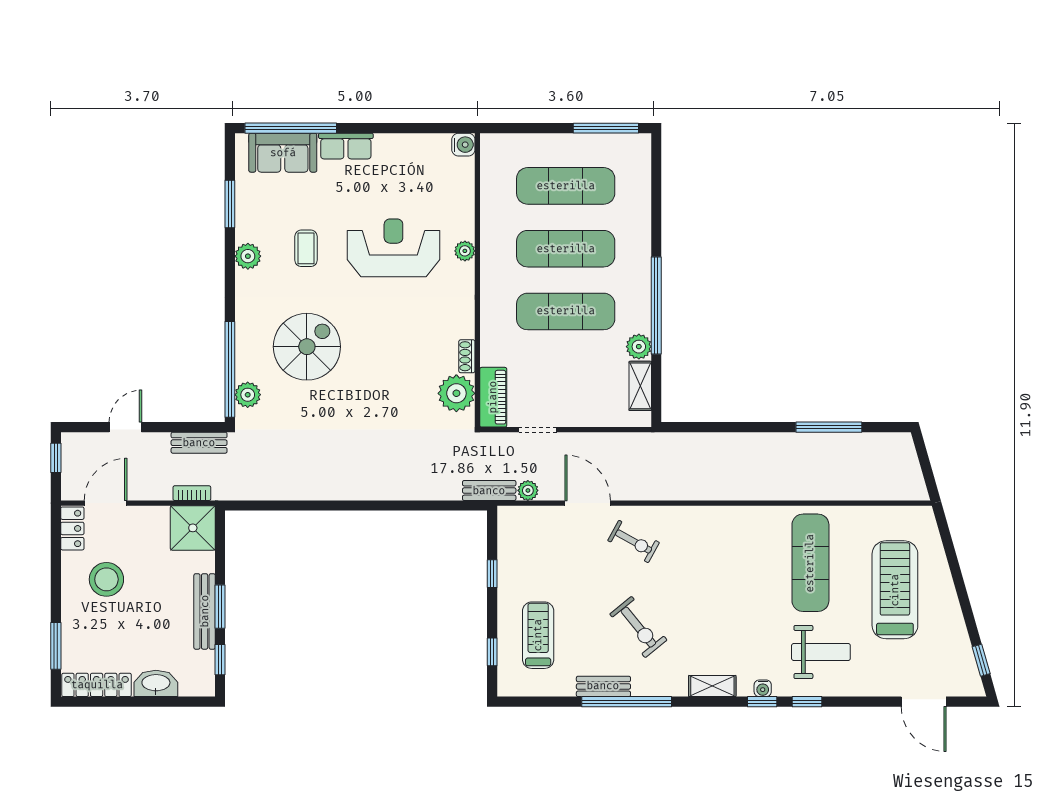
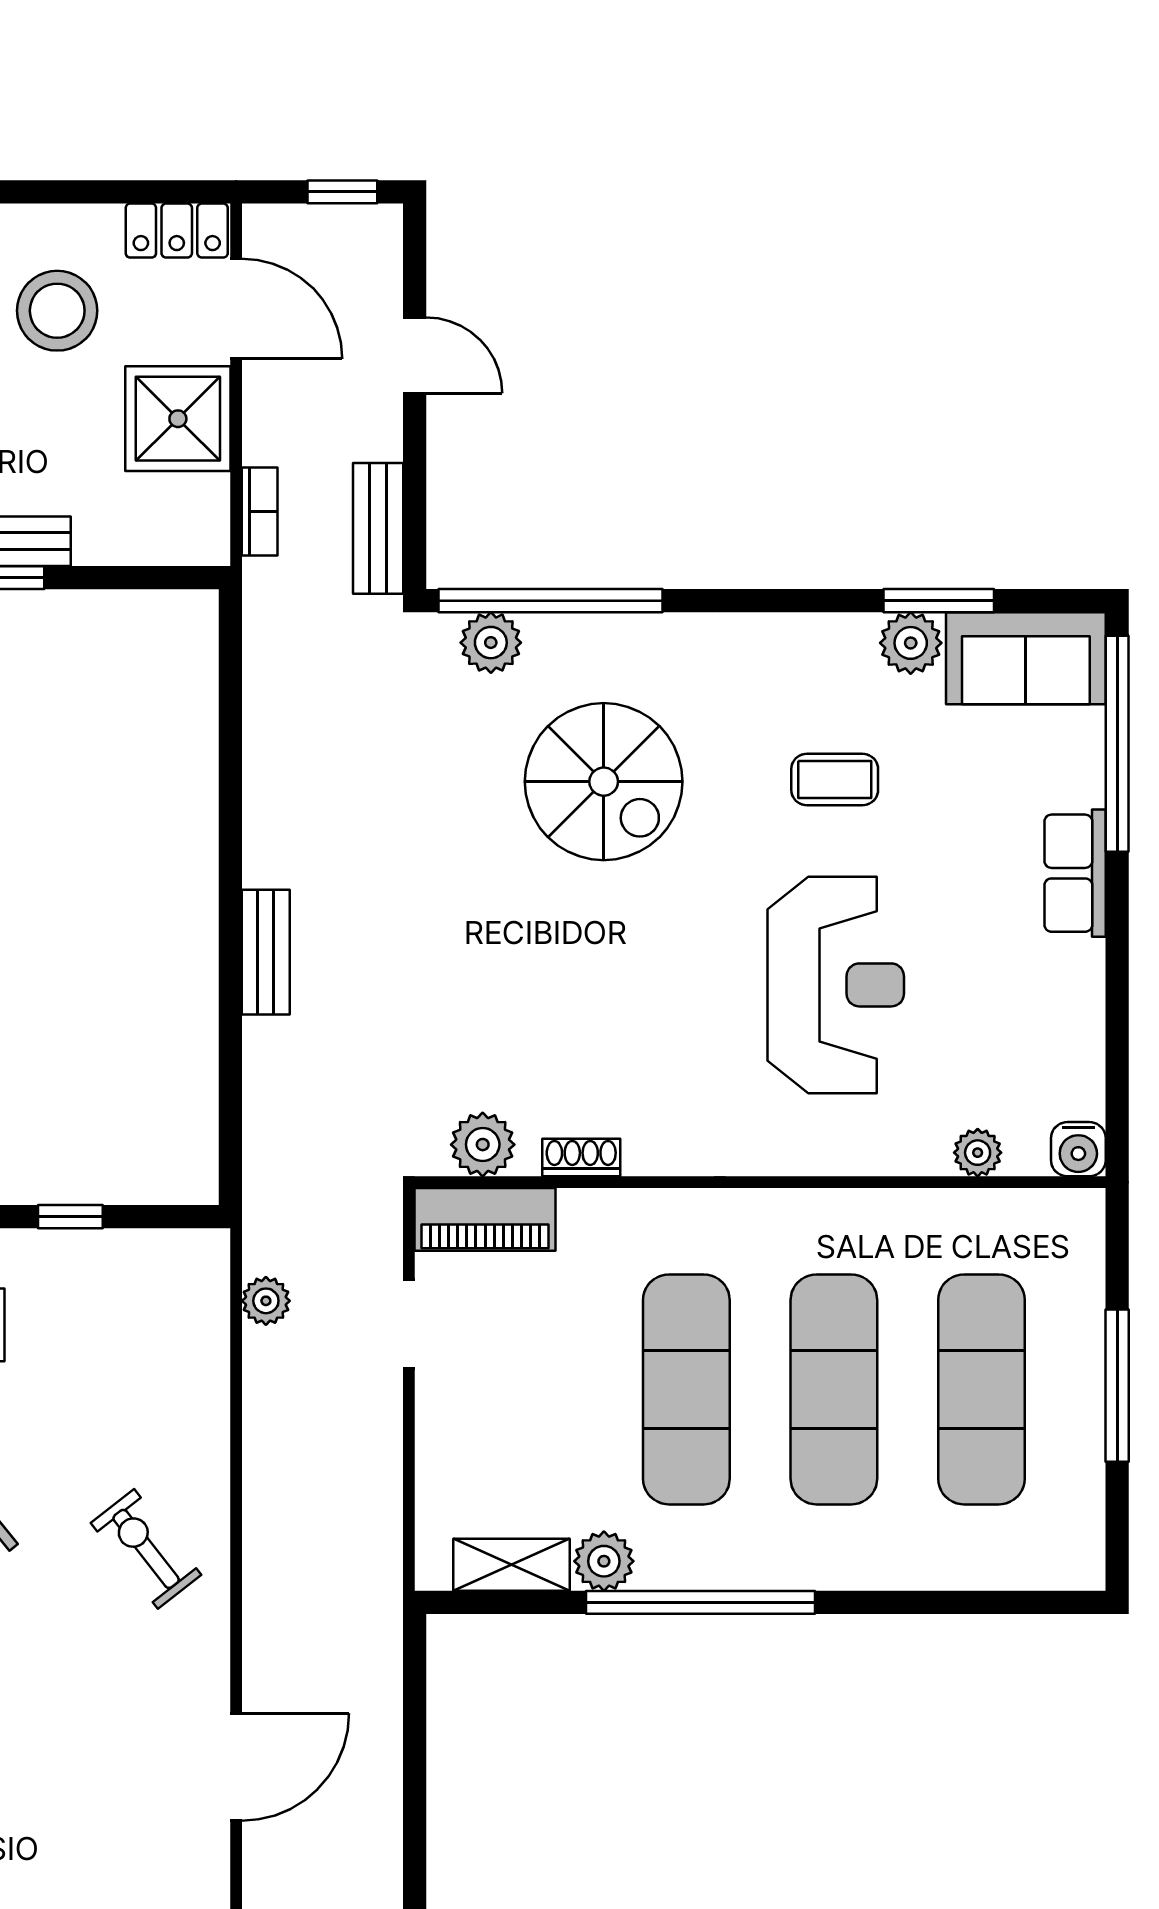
window: (606, 128) -> (1117, 1386), moved
sofa: (283, 153) -> (1026, 658), moved, turned -90
plant: (465, 251) -> (978, 1153), moved
plant: (248, 256) -> (911, 643), moved
plant: (456, 393) -> (483, 1145), width x0.73, depth x0.73
bench: (489, 491) -> (266, 952), moved
door: (588, 503) -> (236, 1767), moved
shower: (193, 528) -> (178, 419), moved
exercise bike: (634, 541) -> (146, 1549), turned 113

